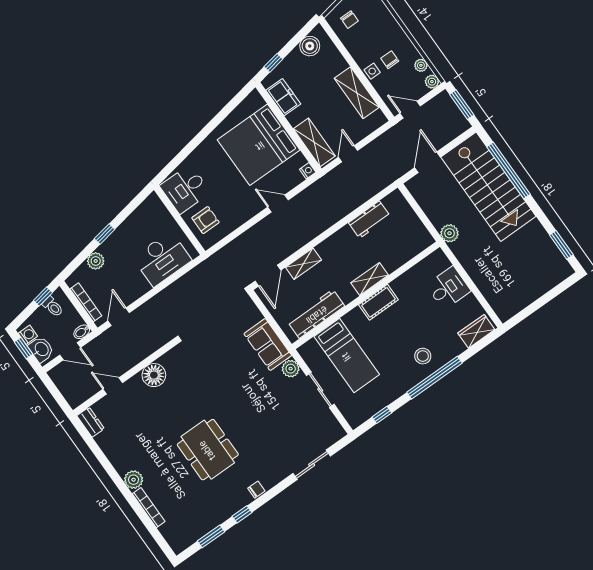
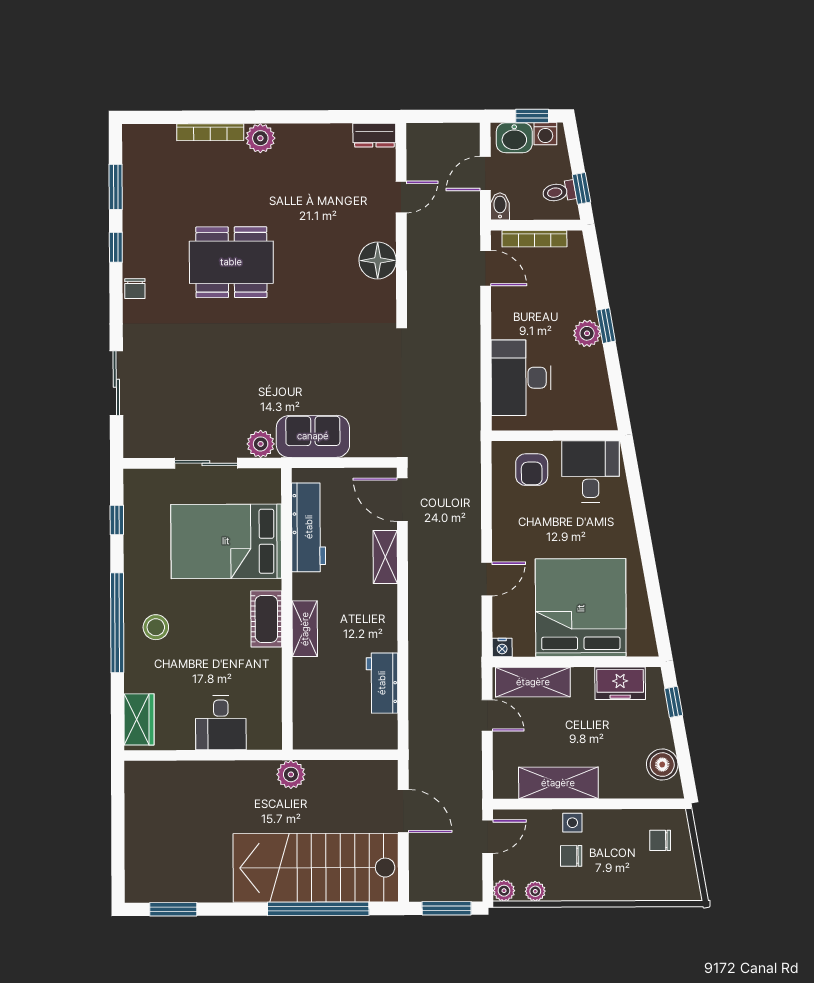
chair: (390, 60) -> (571, 856), turned 180
plant: (96, 261) -> (587, 333), moved
bed: (347, 356) -> (226, 541), width x1.50

